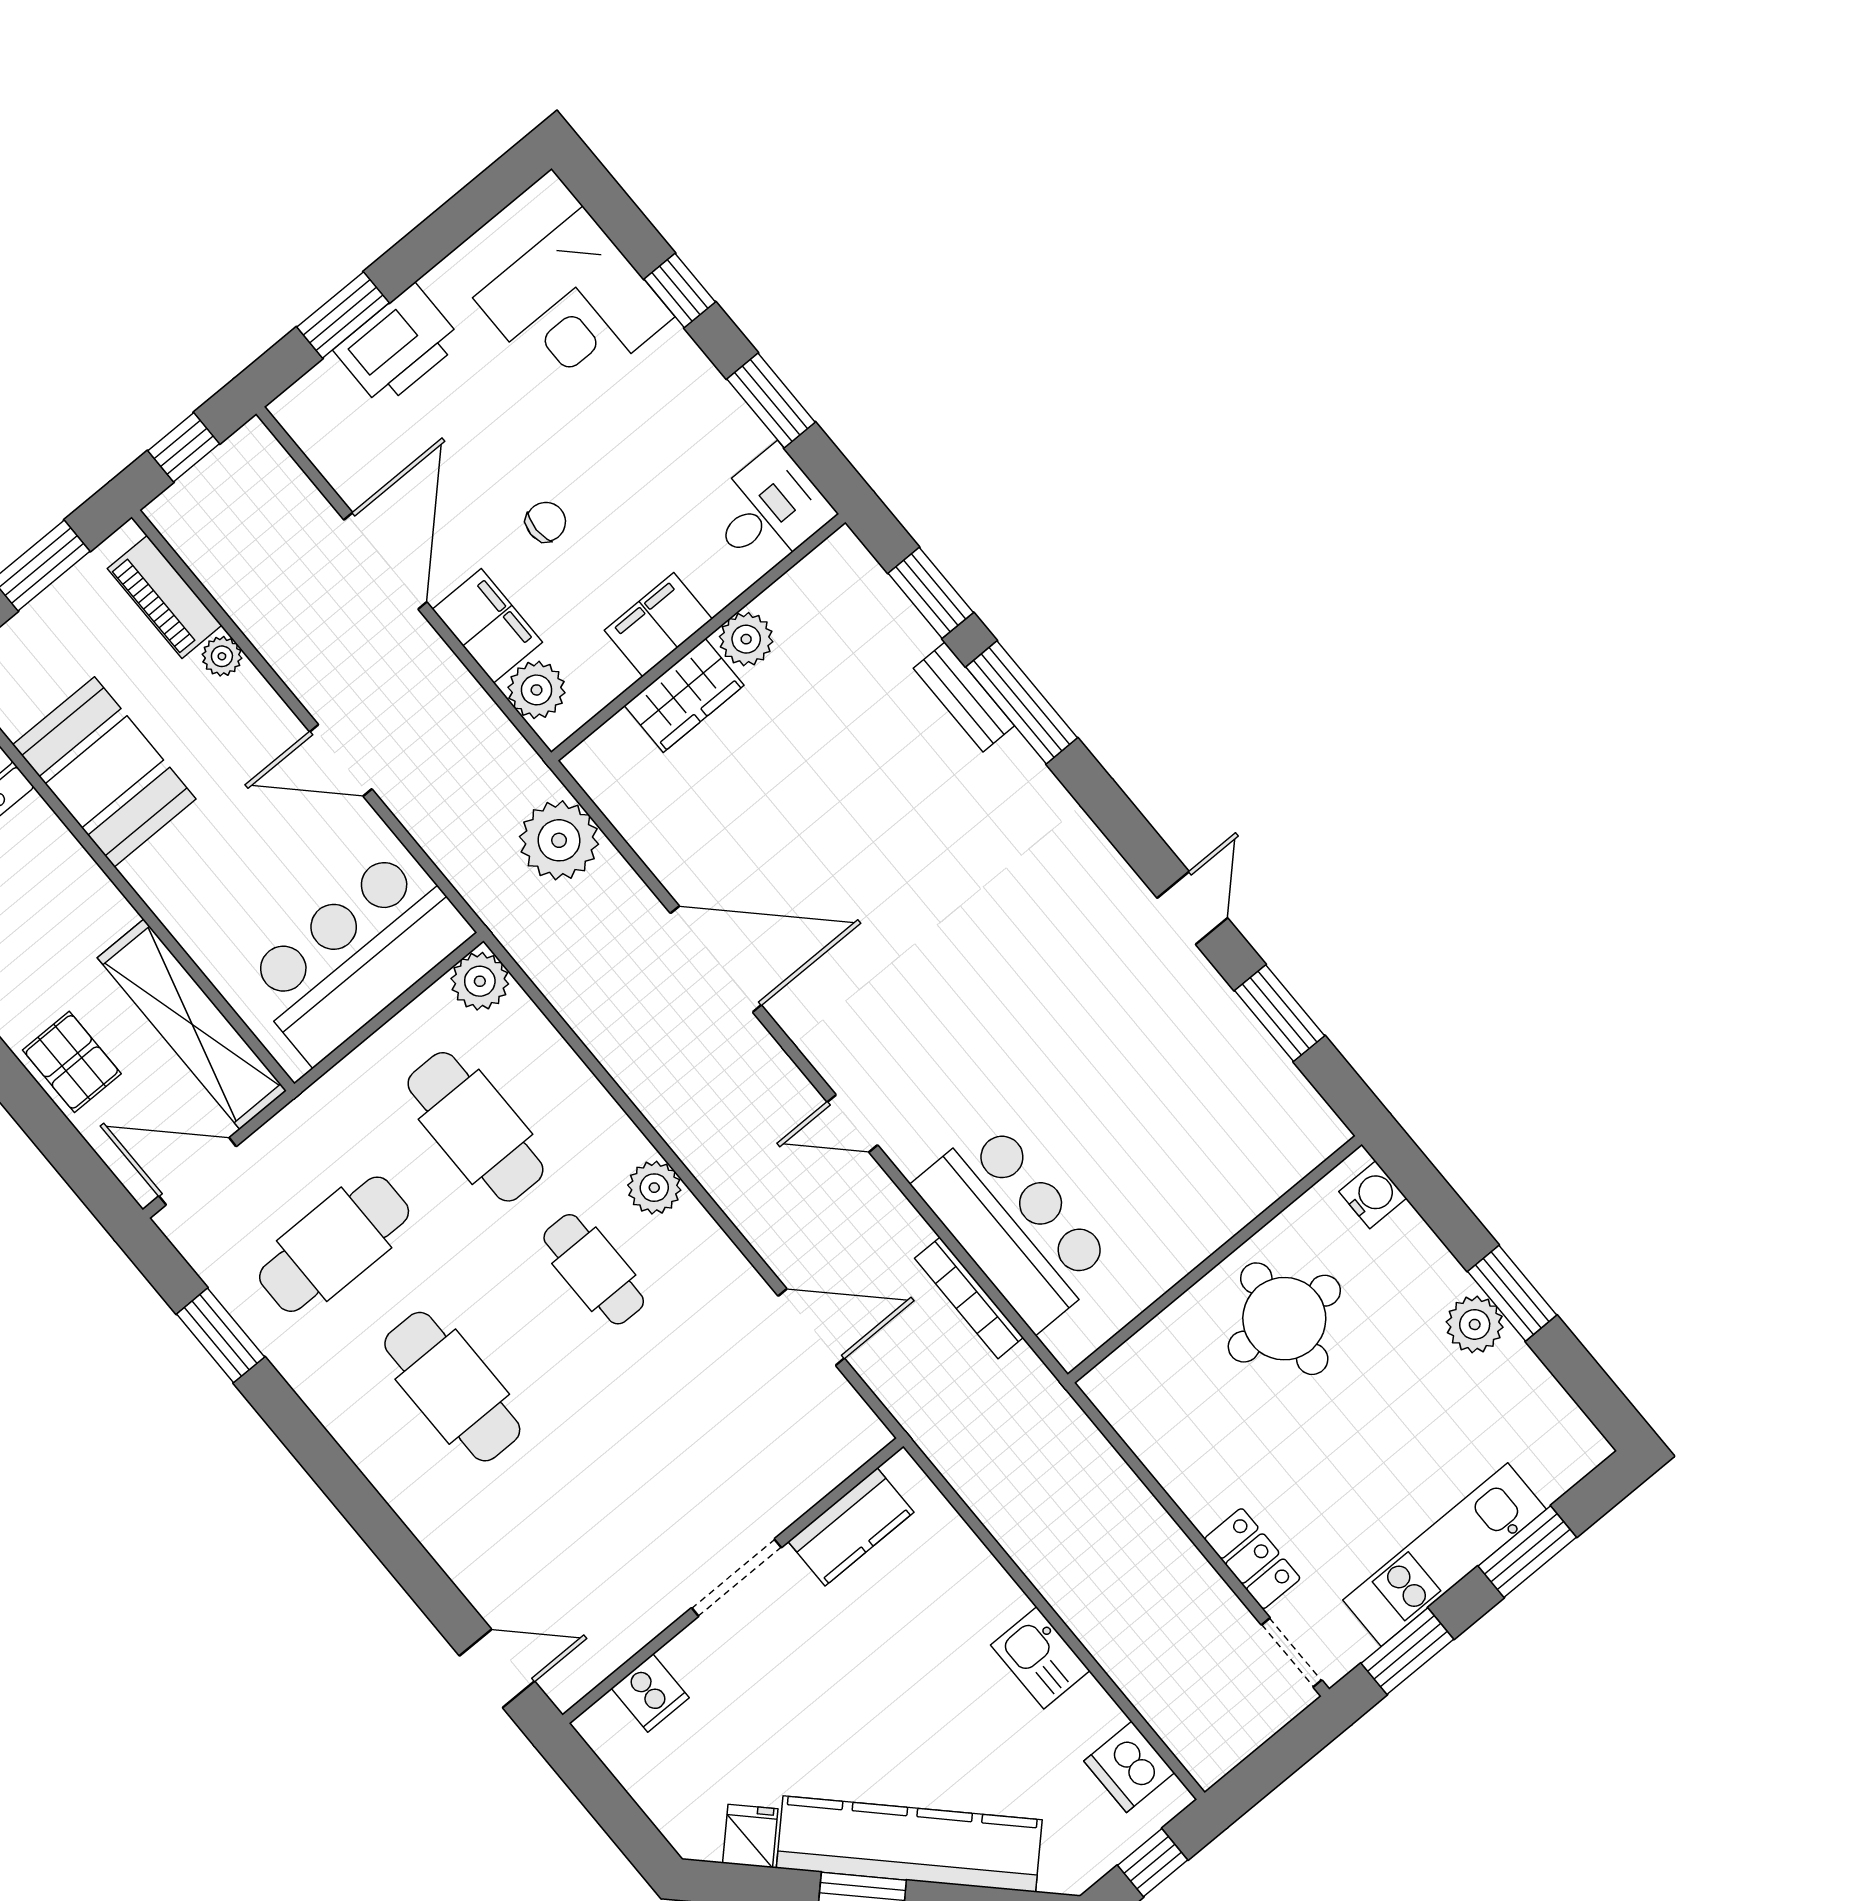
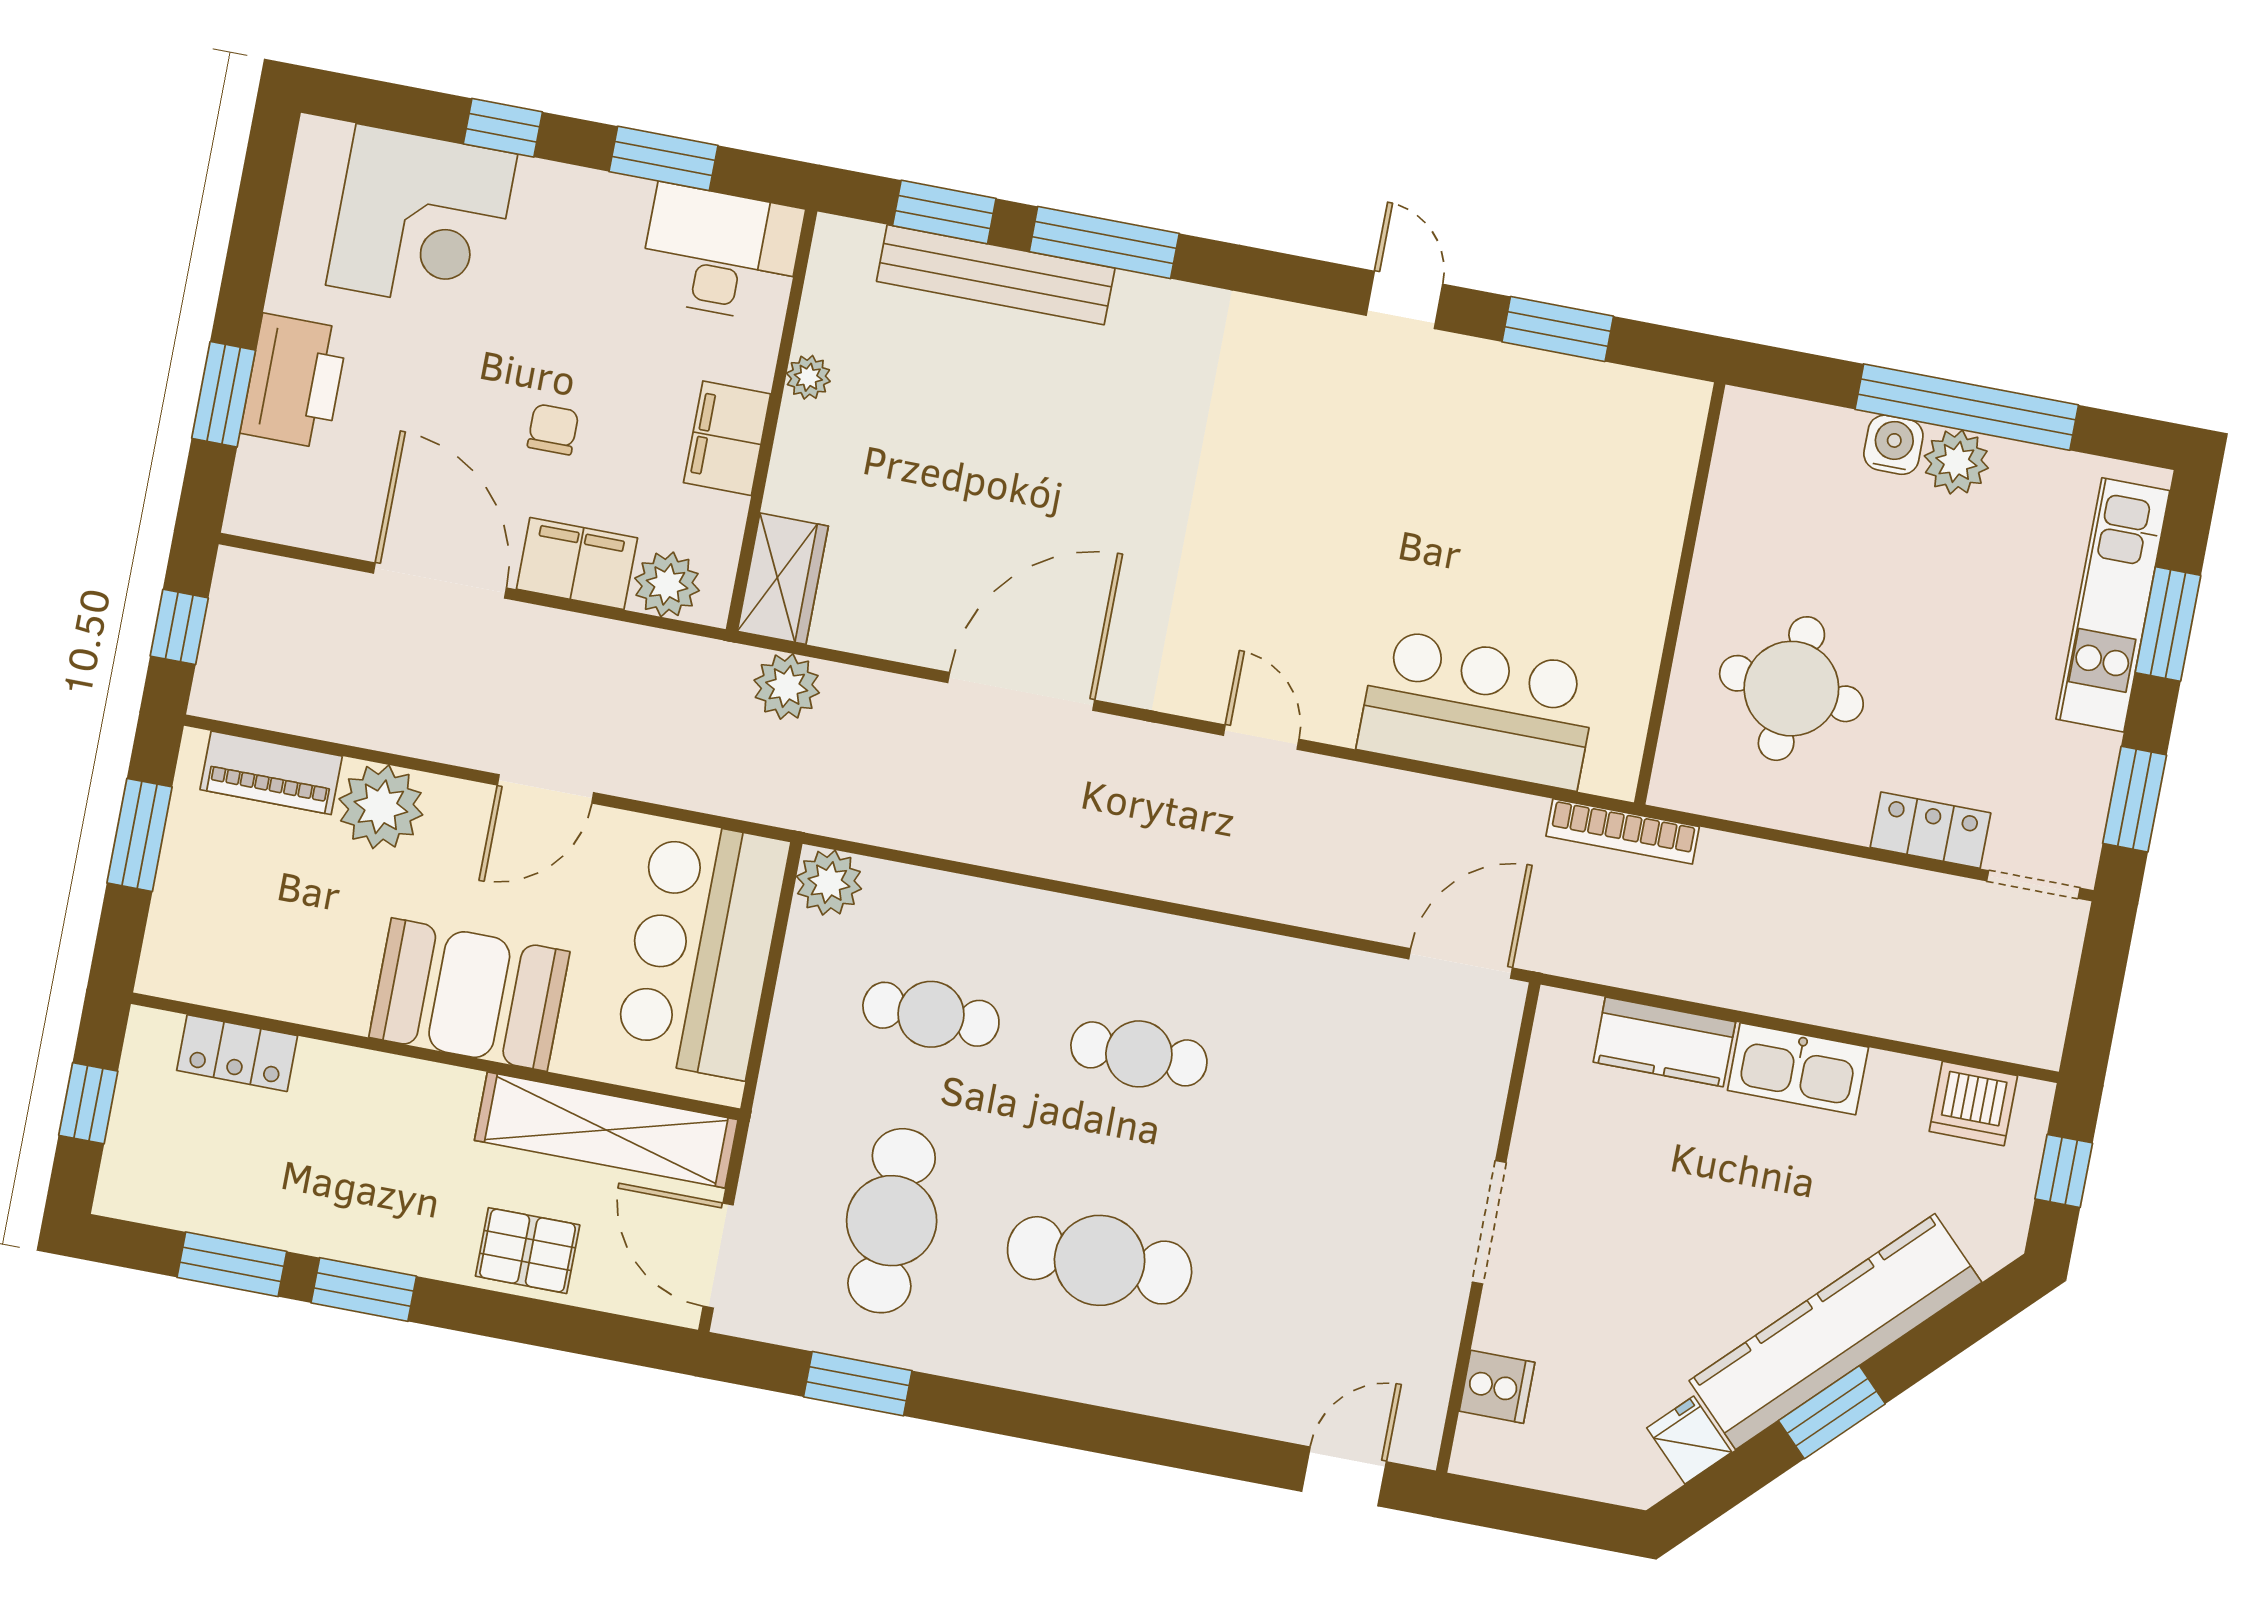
desk: (769, 510) -> (721, 253), width x1.37
plant: (746, 639) -> (808, 377), width x0.73, depth x0.73
plant: (222, 656) -> (381, 807), width x1.88, depth x1.88
wardrobe: (684, 695) -> (783, 579), moved
bench: (964, 697) -> (996, 275), width x1.86, depth x1.21
booth: (104, 772) -> (469, 995), moved
plant: (559, 840) -> (787, 687), width x0.73, depth x0.73
door: (852, 1124) -> (1261, 737), swing flipped
cafe table: (475, 1127) -> (931, 1014), width x0.73, depth x0.74
door: (198, 1171) -> (718, 1256), hinge flipped
plant: (654, 1188) -> (1133, 938), removed
water cooler: (1373, 1195) -> (1893, 445), moved
window: (1512, 1293) -> (1967, 407), width x2.11
bookcase: (969, 1298) -> (1623, 831), moved
round table: (1284, 1319) -> (1791, 689), moved
door: (811, 1327) -> (1461, 963), moved
kitchen counter: (851, 1527) -> (1664, 1042), moved, turned 90
kitchen unit: (1445, 1555) -> (2113, 605), moved
kitchen sink: (1040, 1658) -> (1798, 1069), width x1.38

